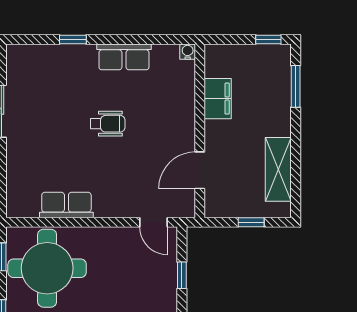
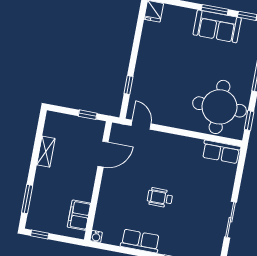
filing cabinet: (218, 99) -> (79, 215), moved
shelving: (278, 169) -> (46, 152), width x0.67, depth x0.75
row of seats: (66, 205) -> (221, 152), moved
window: (251, 222) -> (88, 115), moved

